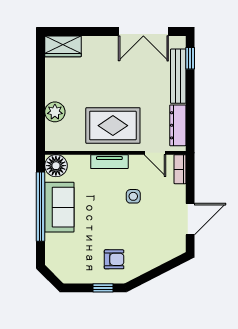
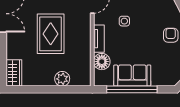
rug: (113, 126) -> (51, 34), moved
floor lamp: (56, 166) -> (102, 62), moved

